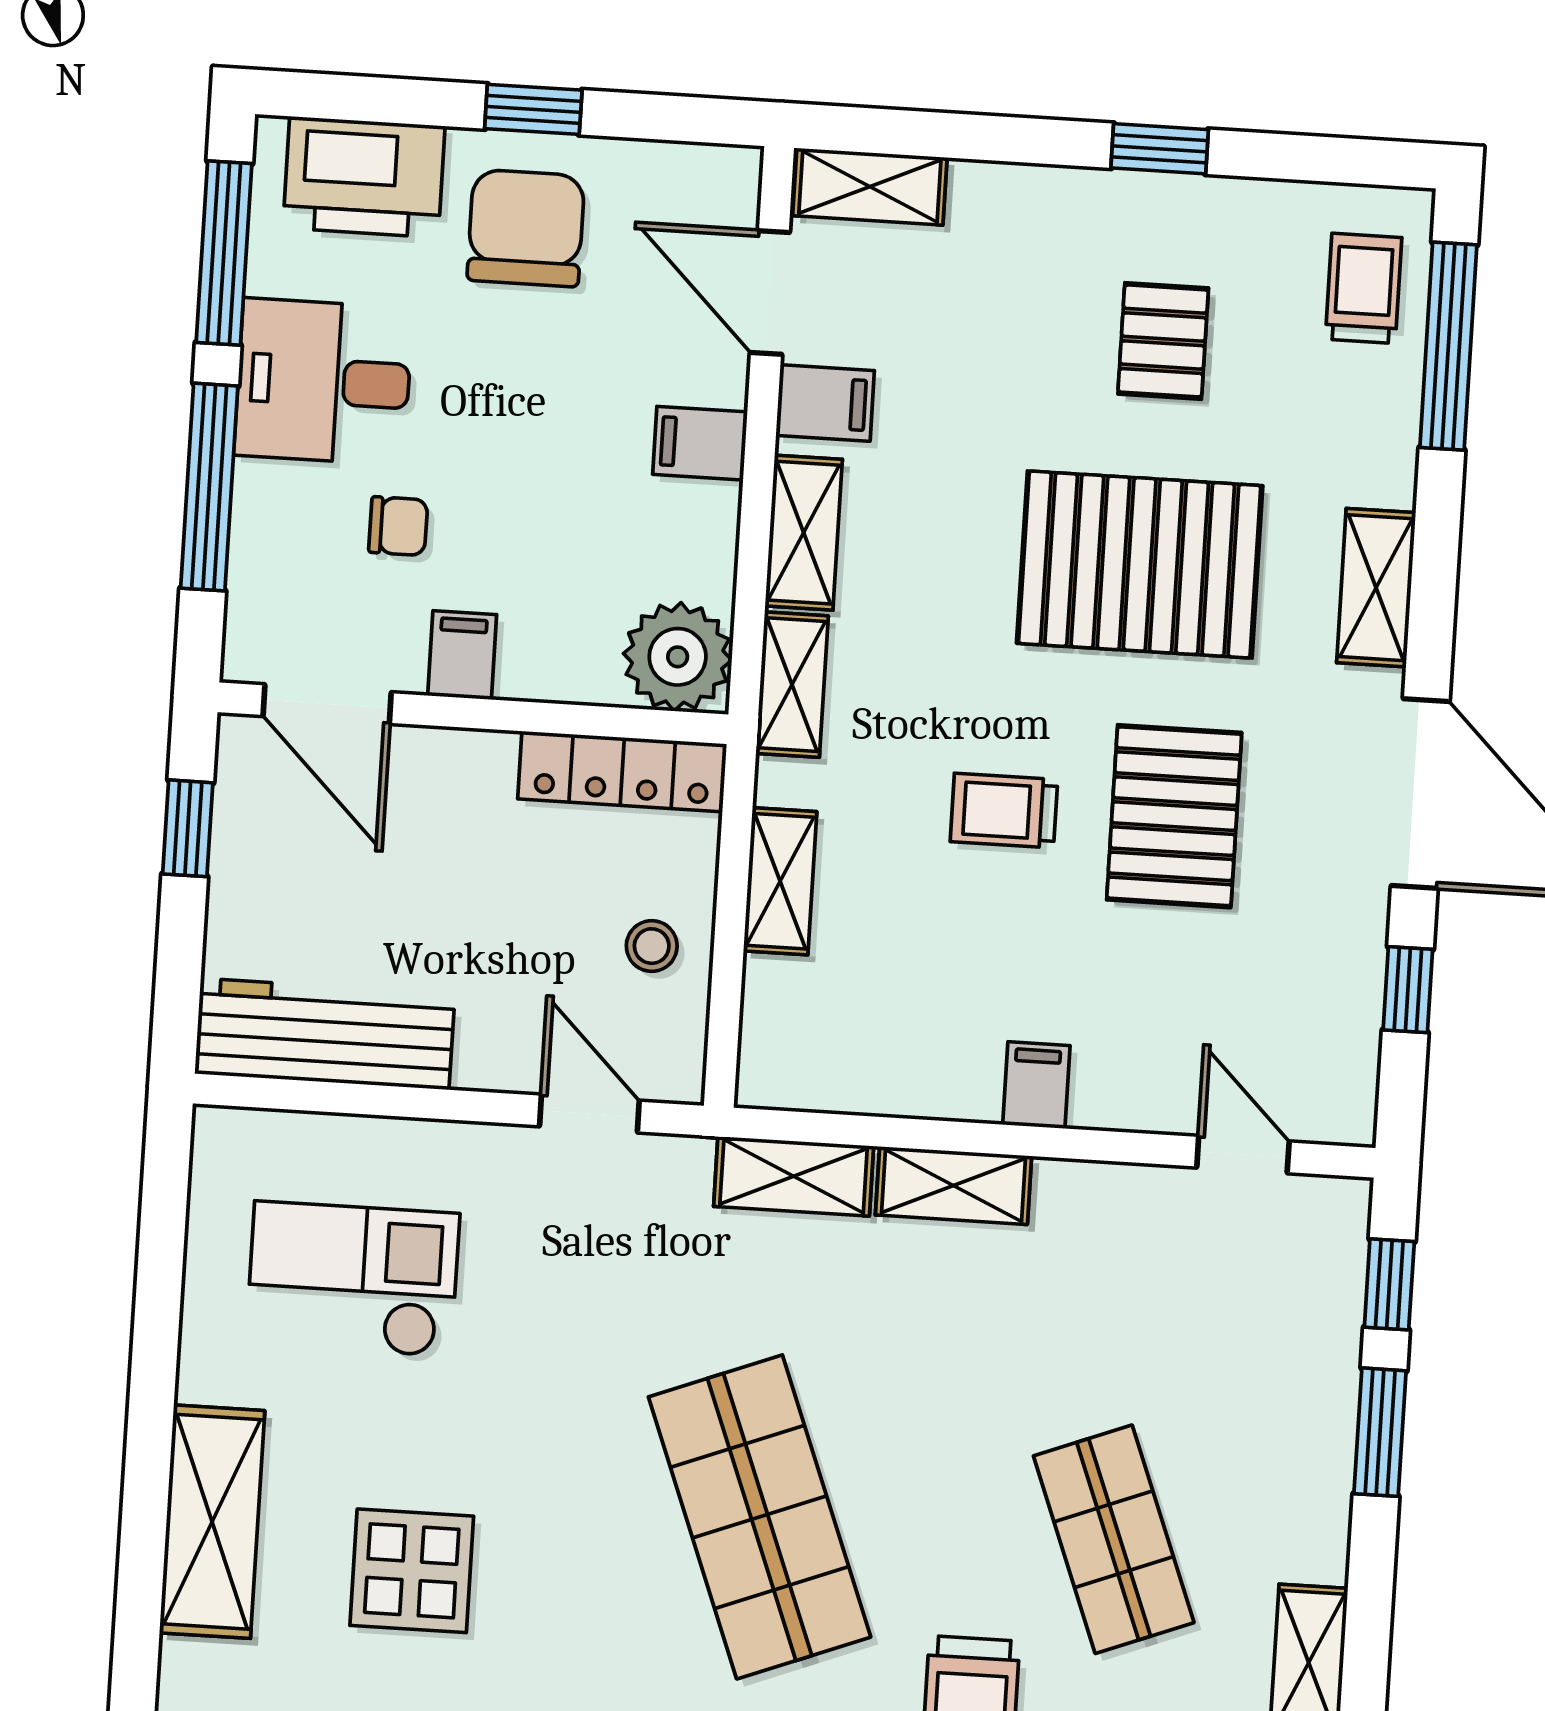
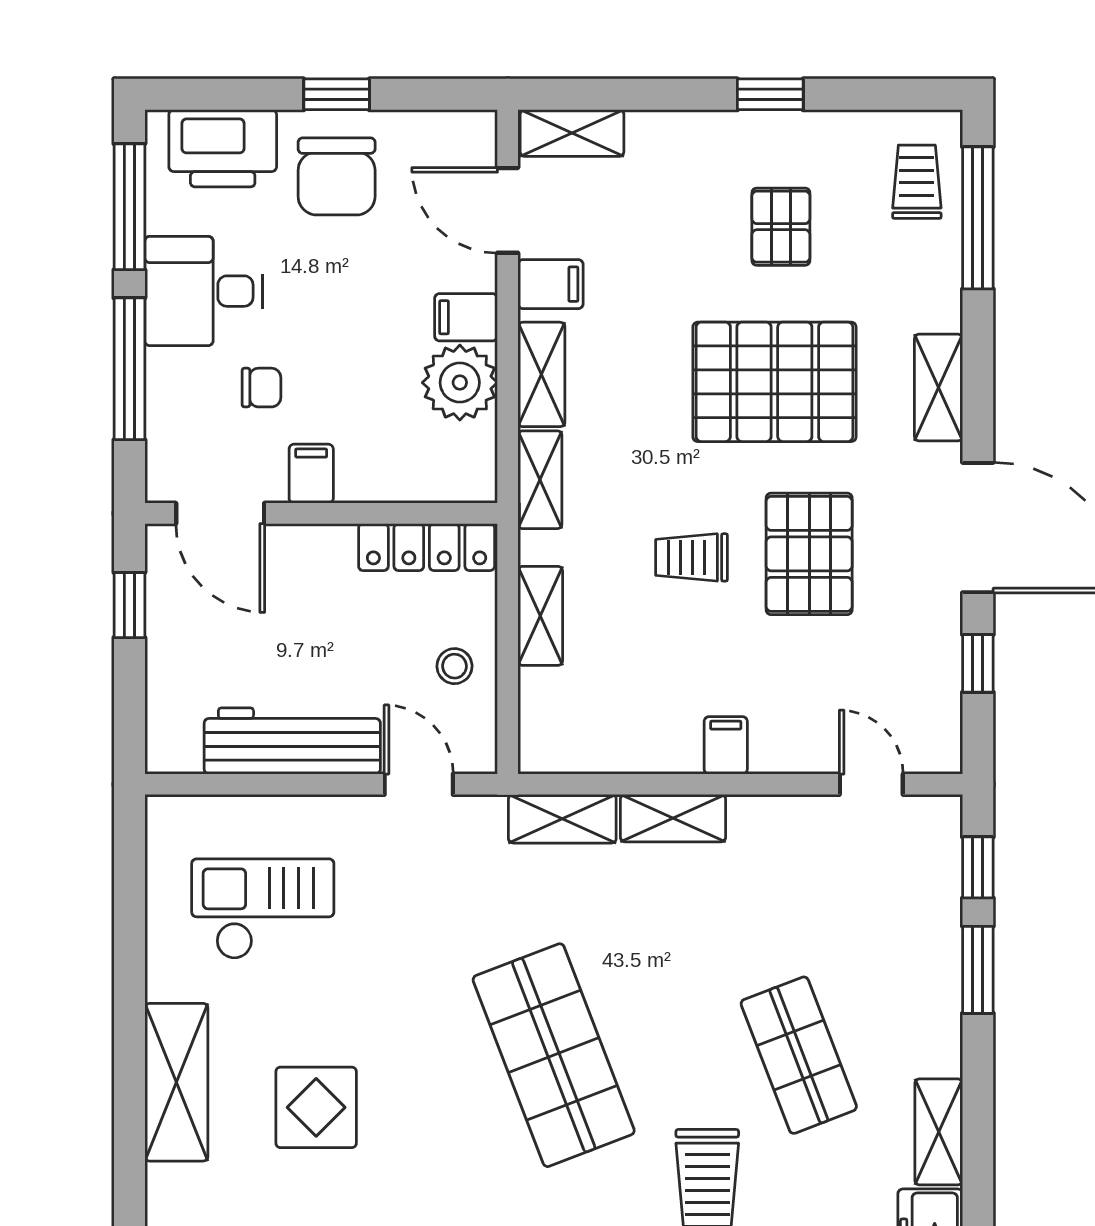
chair: (526, 228) -> (337, 176), turned 180
plant: (678, 657) -> (460, 383), moved
workbench: (325, 1034) -> (292, 741), moved

